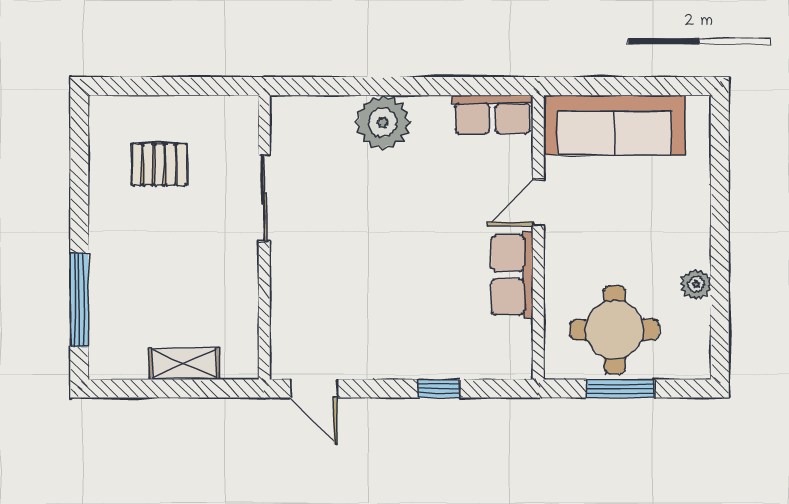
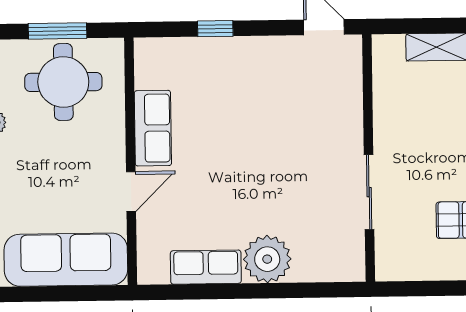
row of seats: (492, 114) -> (206, 267), moved

